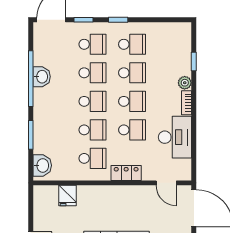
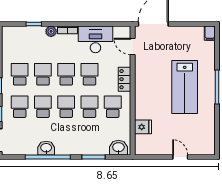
door: (166, 183) -> (133, 46), swing flipped

